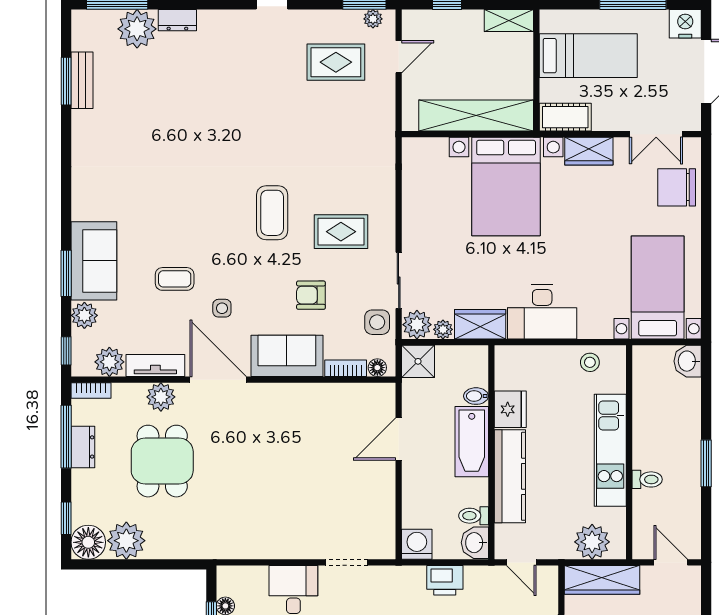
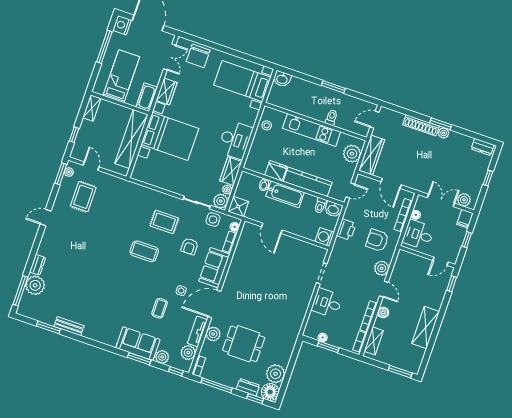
bench: (82, 80) -> (69, 326), moved
rug: (341, 232) -> (164, 222), turned 90
dresser: (83, 447) -> (248, 387), moved

